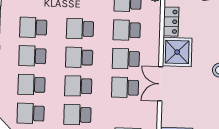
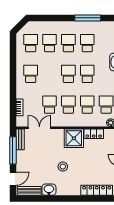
double door: (160, 84) -> (39, 128), moved
school desk: (78, 86) -> (50, 74), removed

